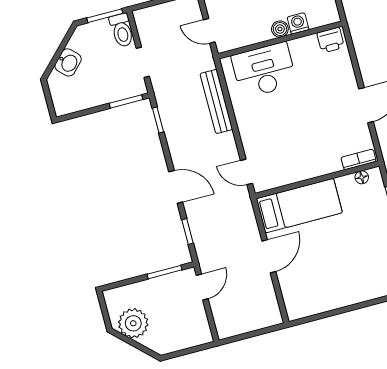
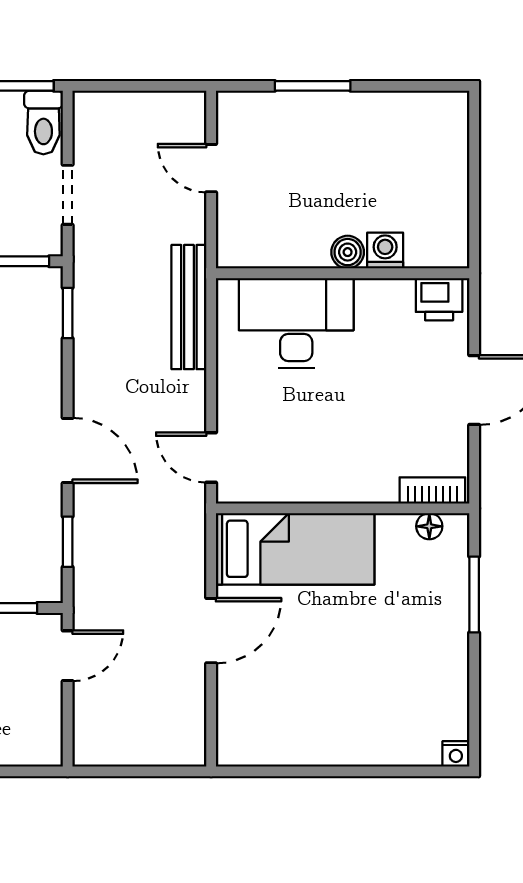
washing machine: (298, 23) -> (385, 250), moved
boiler: (280, 29) -> (348, 252), moved
wall: (280, 40) -> (343, 273), moved
printer: (331, 40) -> (439, 299), moved
desk: (264, 70) -> (296, 323), moved

